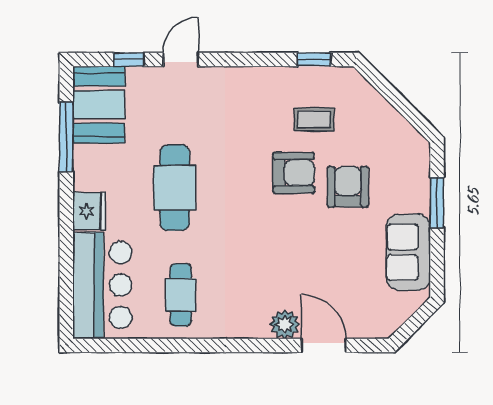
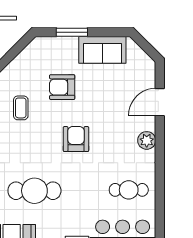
armchair: (294, 173) -> (76, 139), moved
cafe table: (175, 188) -> (34, 191), moved
plant: (285, 324) -> (147, 140), moved

